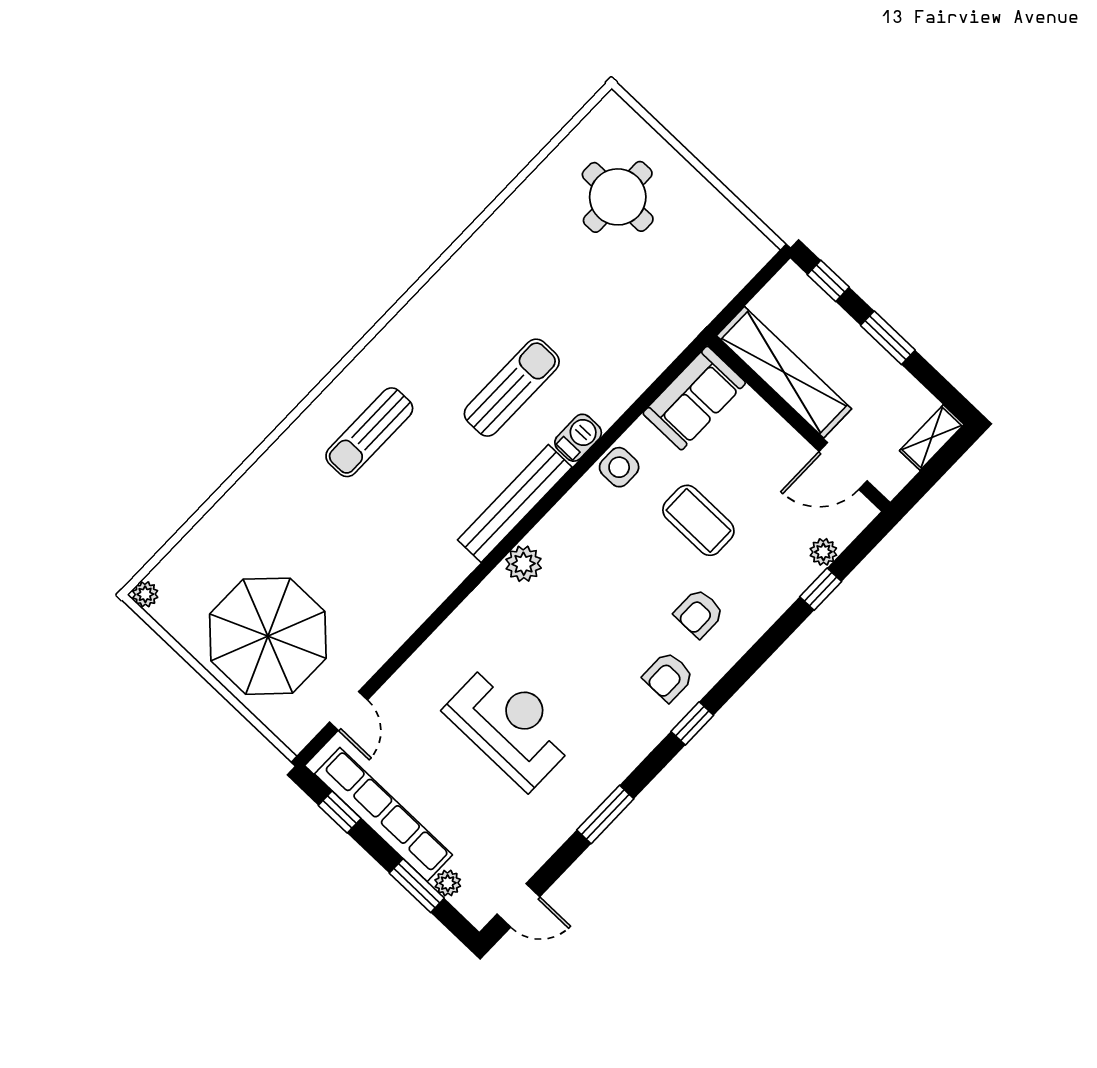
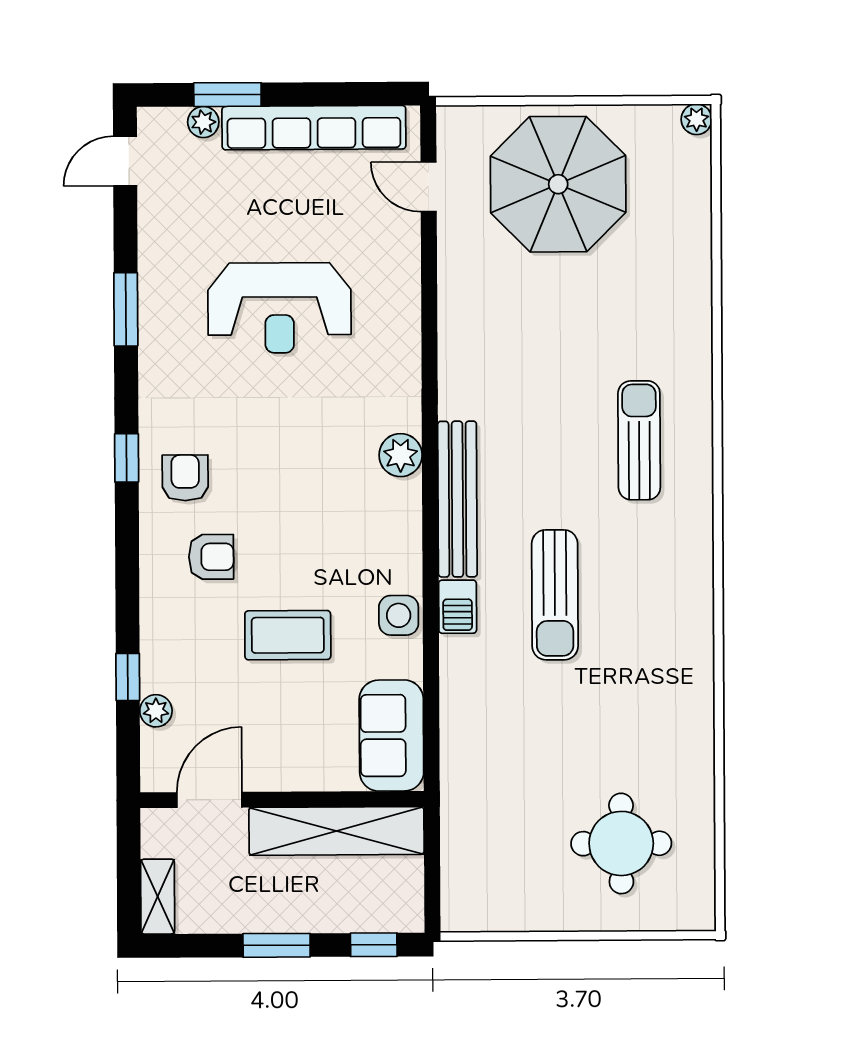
armchair: (699, 613) -> (211, 557), turned 90
window: (340, 812) -> (353, 94), removed

